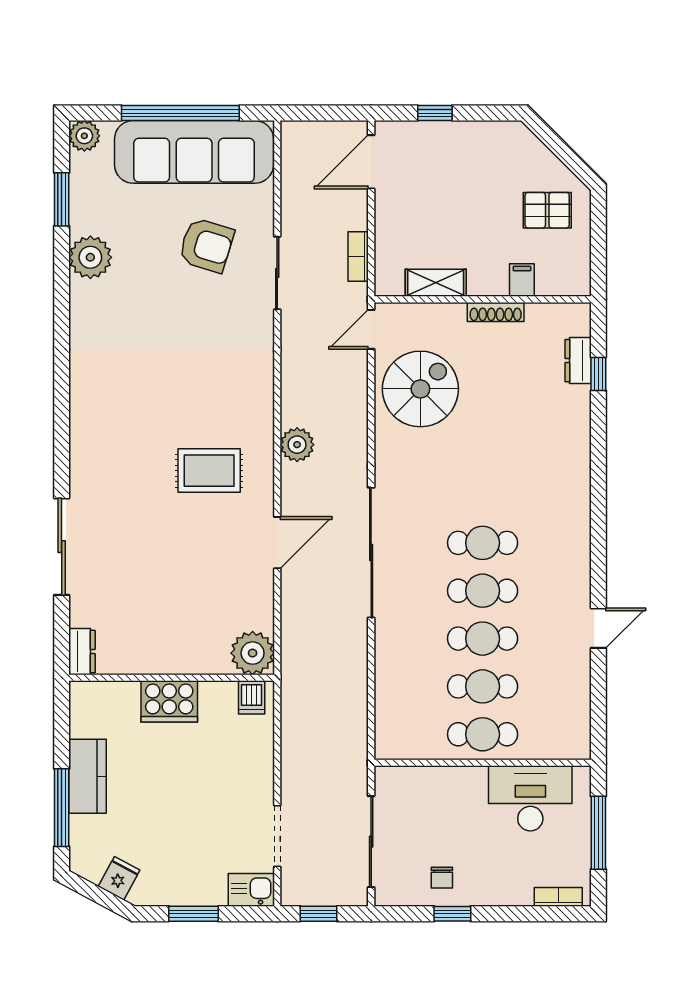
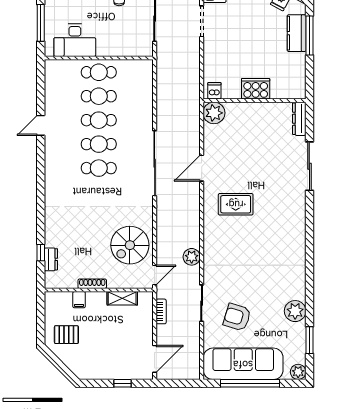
plant: (297, 445) -> (192, 257), moved
dresser: (82, 652) -> (299, 119), width x1.44
kitchen counter: (87, 776) -> (297, 33), moved

